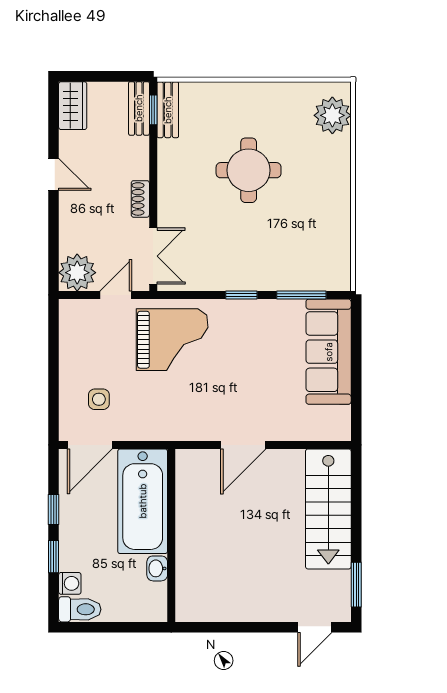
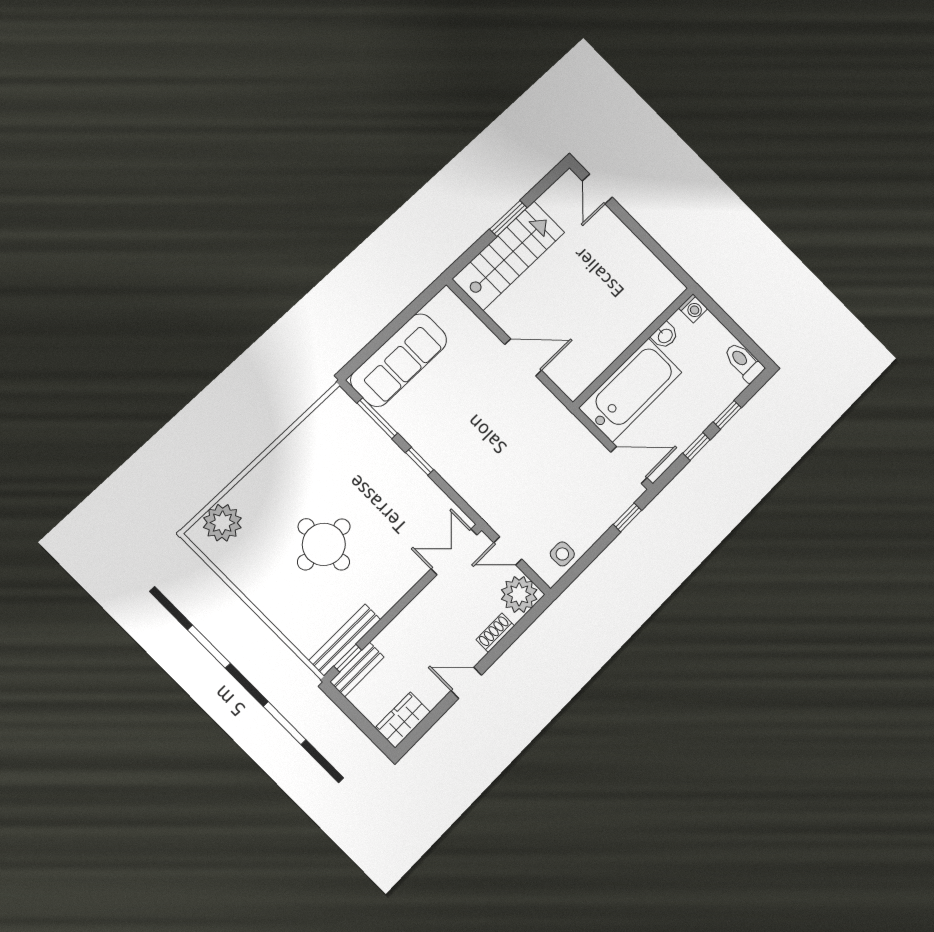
bench: (168, 110) -> (345, 640), width x1.36
door: (54, 174) -> (466, 683), hinge flipped
shoe rack: (140, 199) -> (495, 633), moved, turned 180
grand piano: (172, 340) -> (500, 479), removed
side table: (99, 399) -> (562, 554), moved
window: (54, 406) -> (627, 517), added
washing machine: (70, 583) -> (693, 308), moved, turned 180
window: (356, 585) -> (508, 218), moved
door: (315, 627) -> (597, 189), swing flipped

